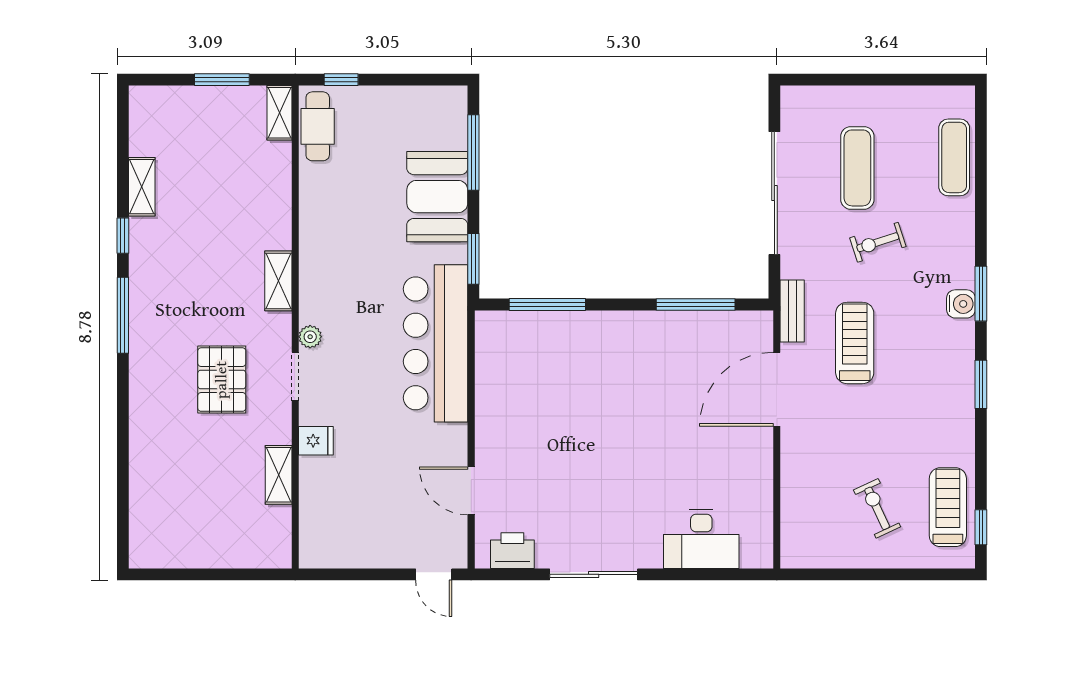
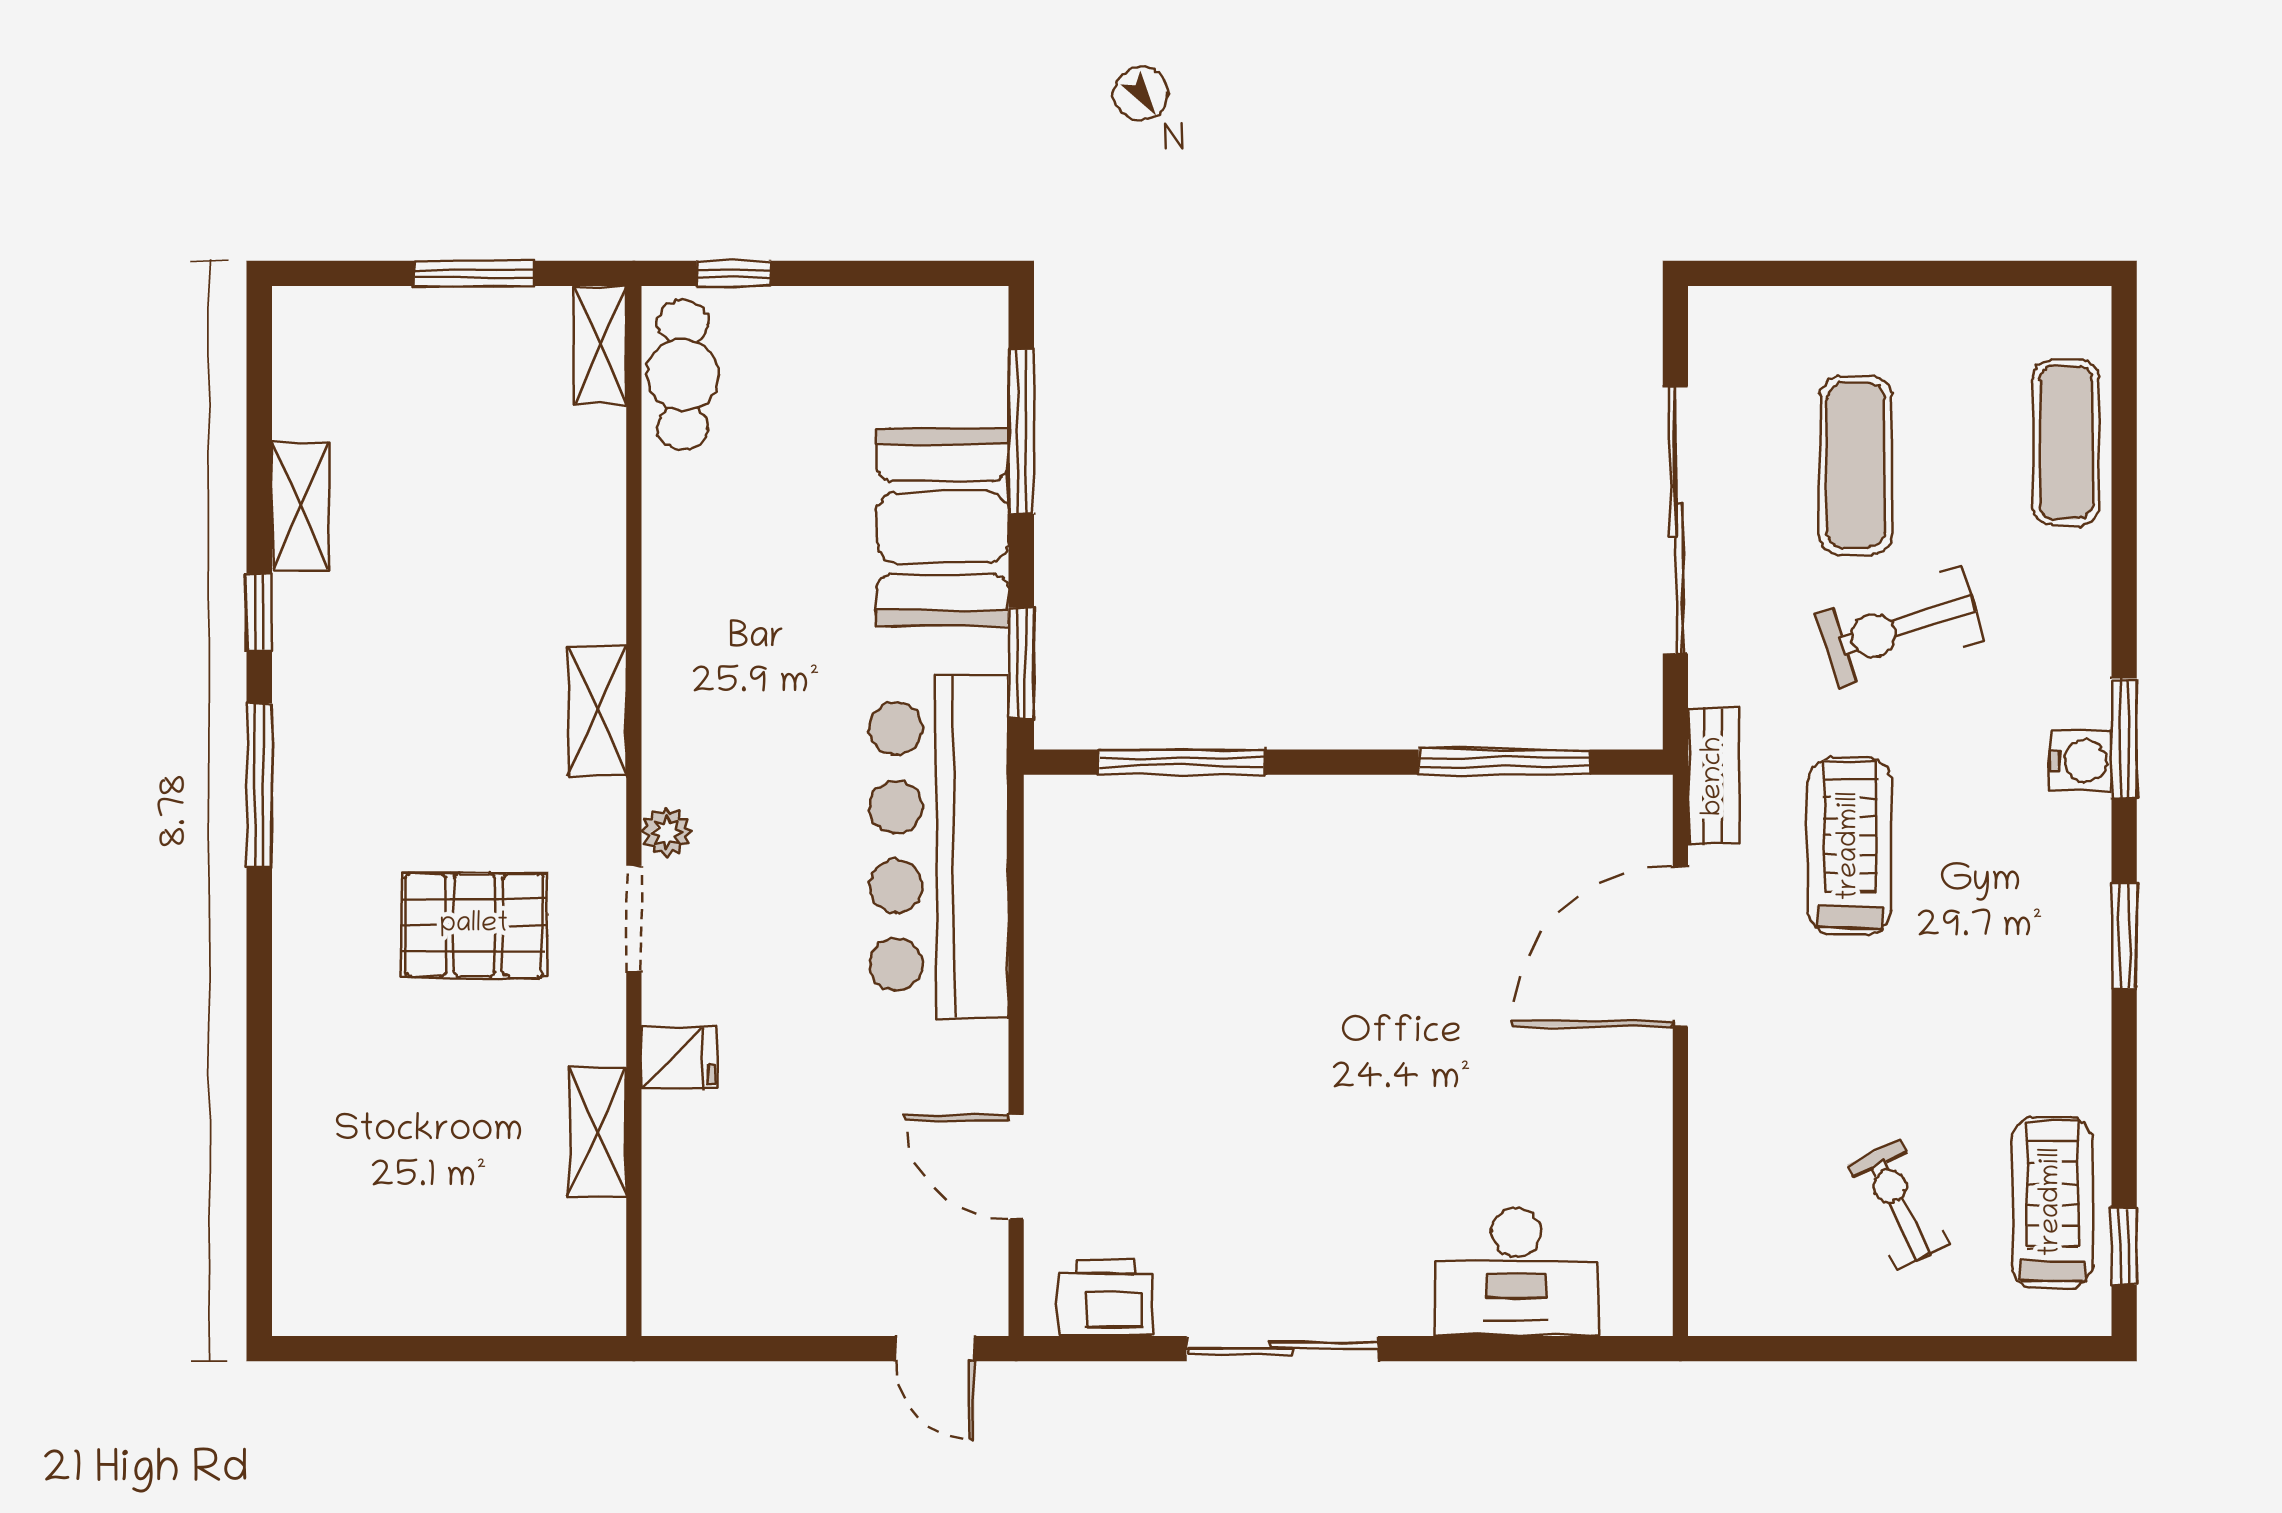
exercise bike: (878, 242) -> (1900, 627), width x1.38, depth x1.39
pallet: (222, 380) -> (474, 925), turned 90

